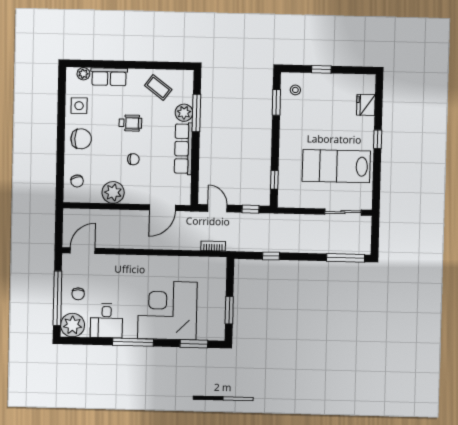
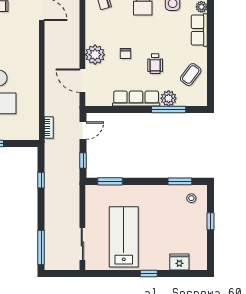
wheelchair: (130, 123) -> (155, 64), moved
window: (274, 180) -> (110, 181), width x1.50
plant: (113, 192) -> (95, 55), moved

